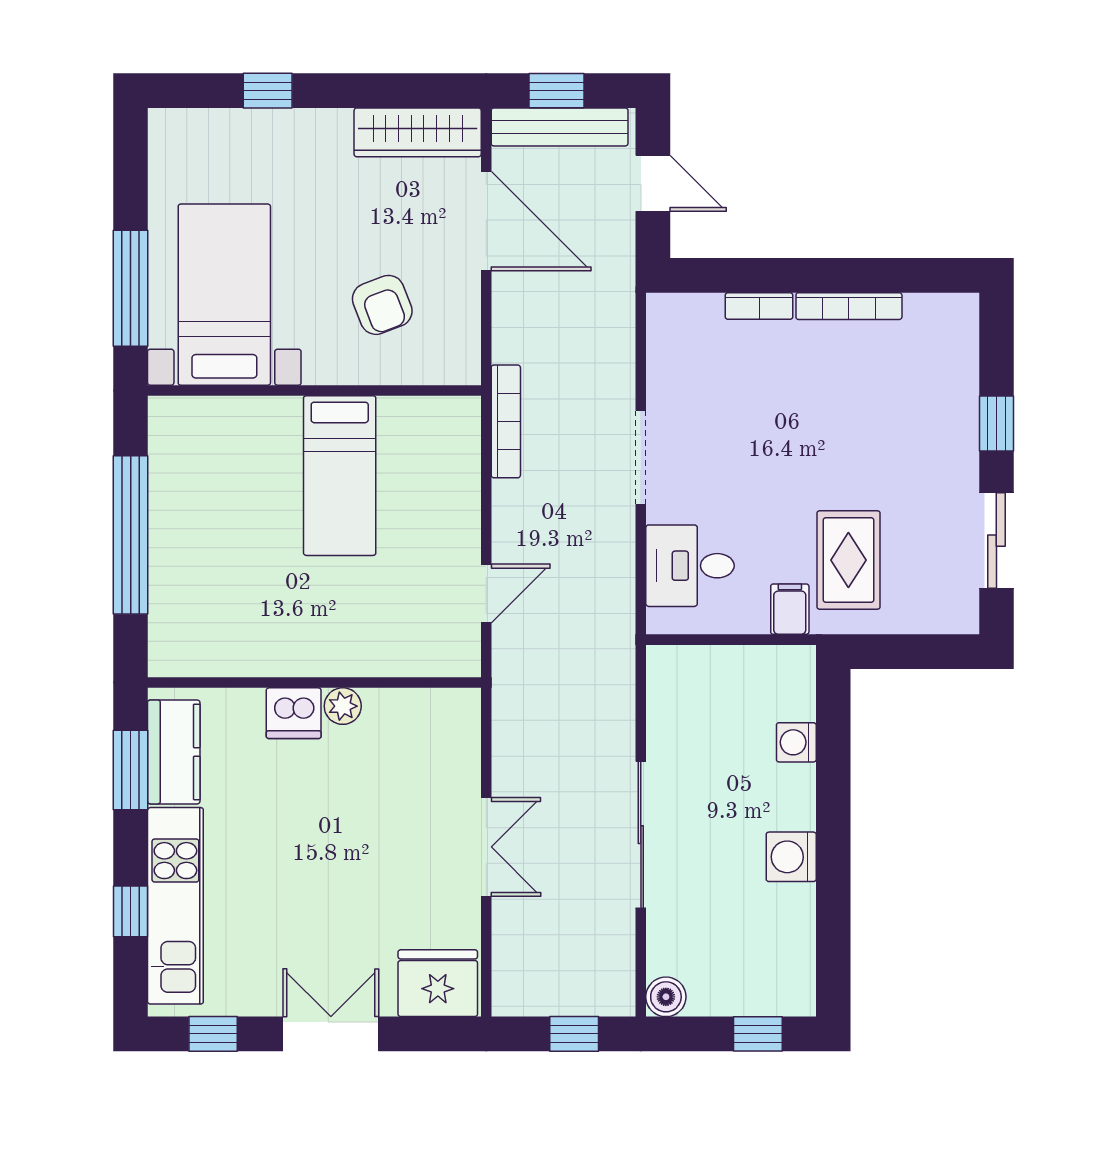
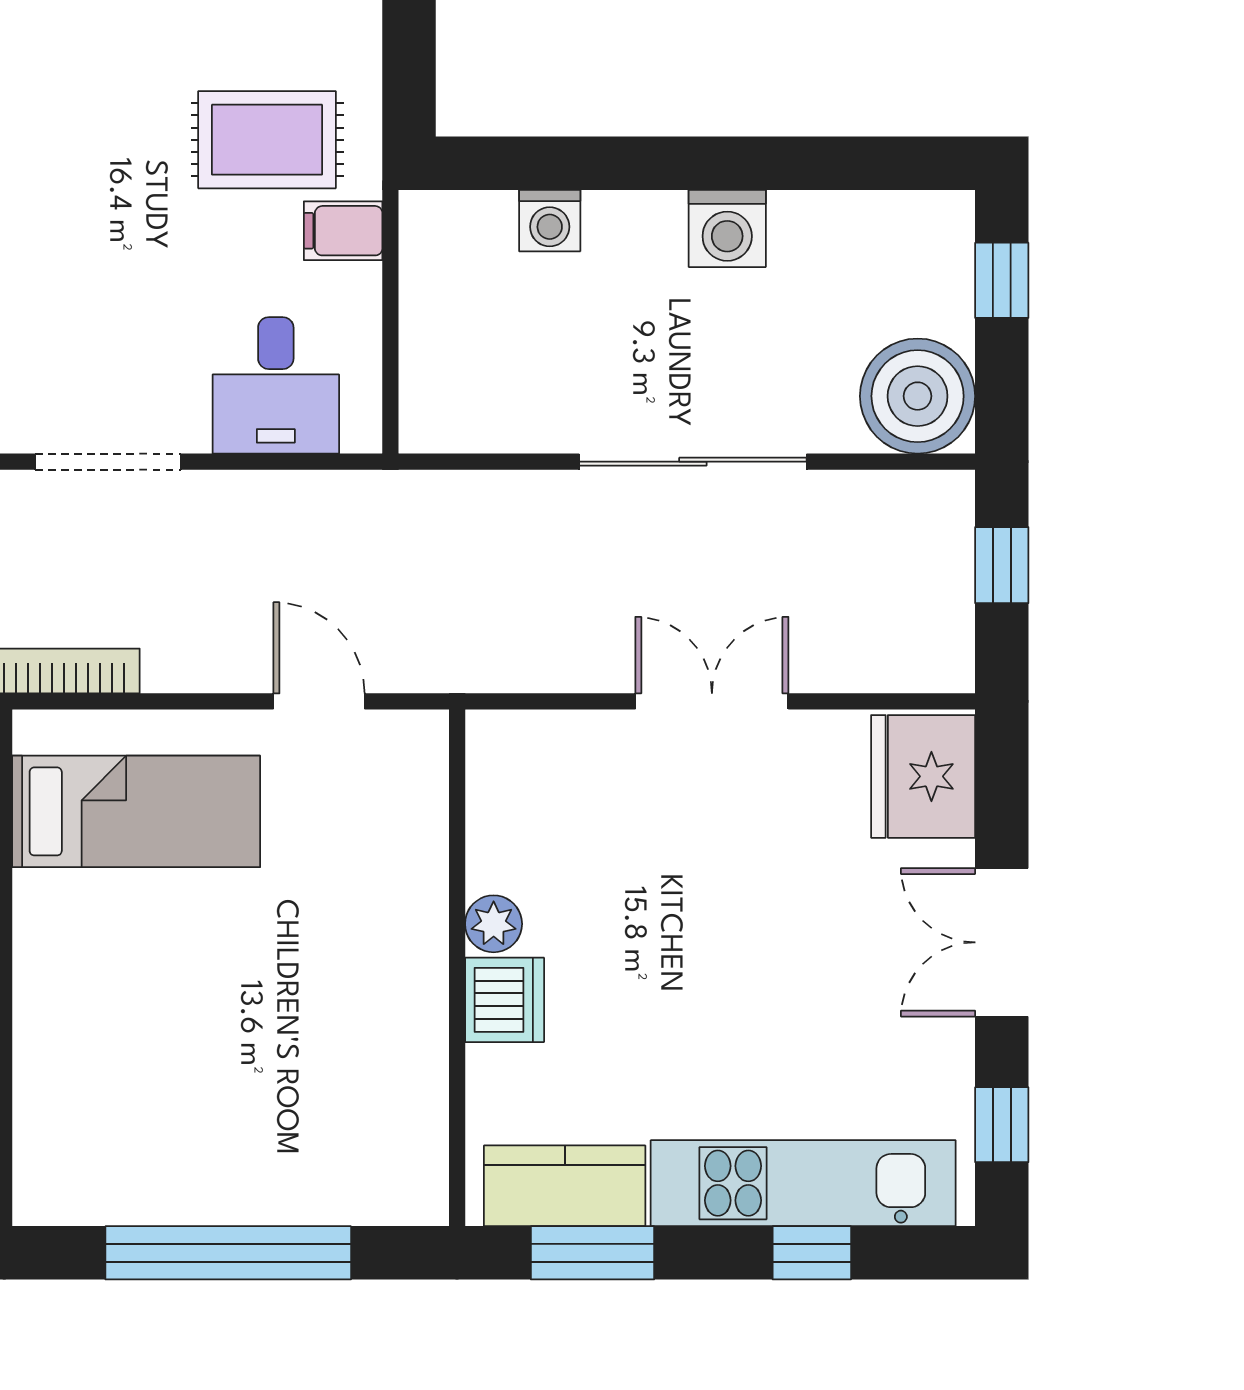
bed: (340, 476) -> (136, 811), moved
boiler: (666, 997) -> (918, 396), width x1.86, depth x1.86

